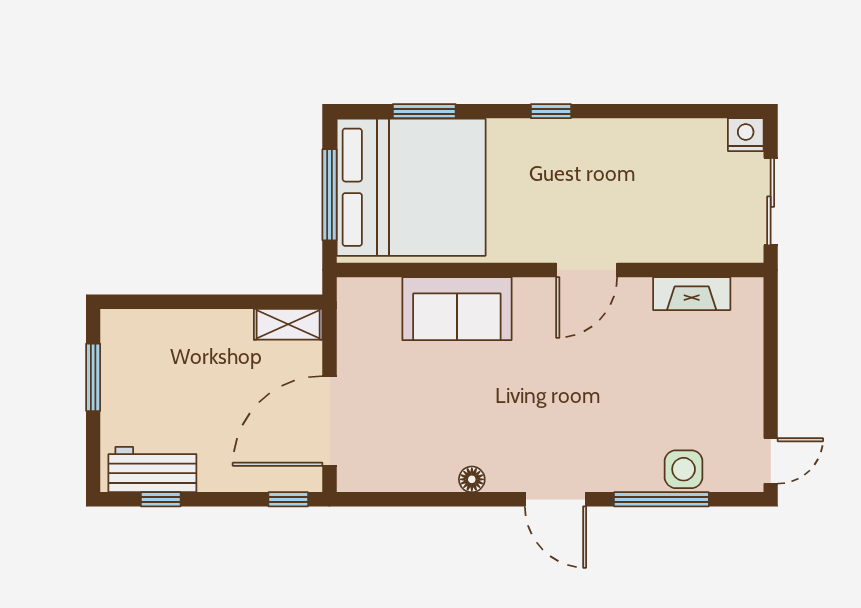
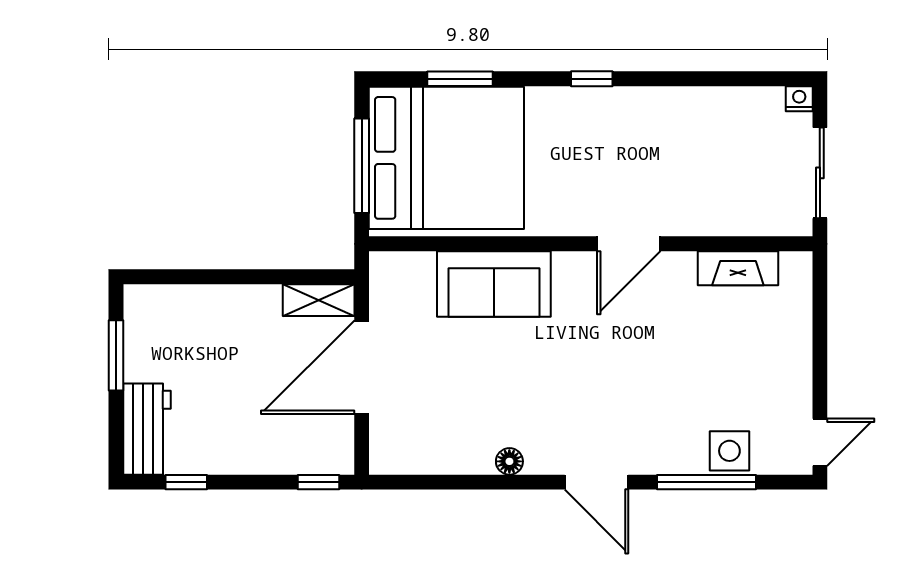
nightstand: (746, 135) -> (799, 99), width x0.72, depth x0.74
door: (330, 421) -> (362, 367), moved
workbench: (152, 470) -> (147, 429), moved, turned 90

